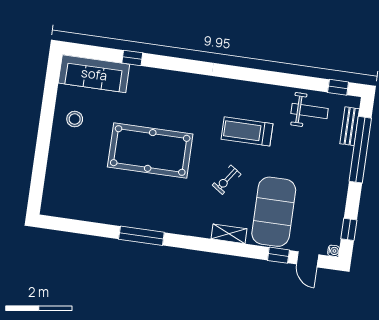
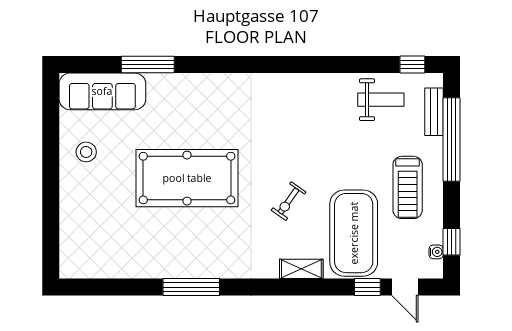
window: (132, 58) -> (148, 65), width x2.17
treadmill: (247, 131) -> (408, 187), moved, turned -90
water cooler: (334, 251) -> (436, 252), moved

